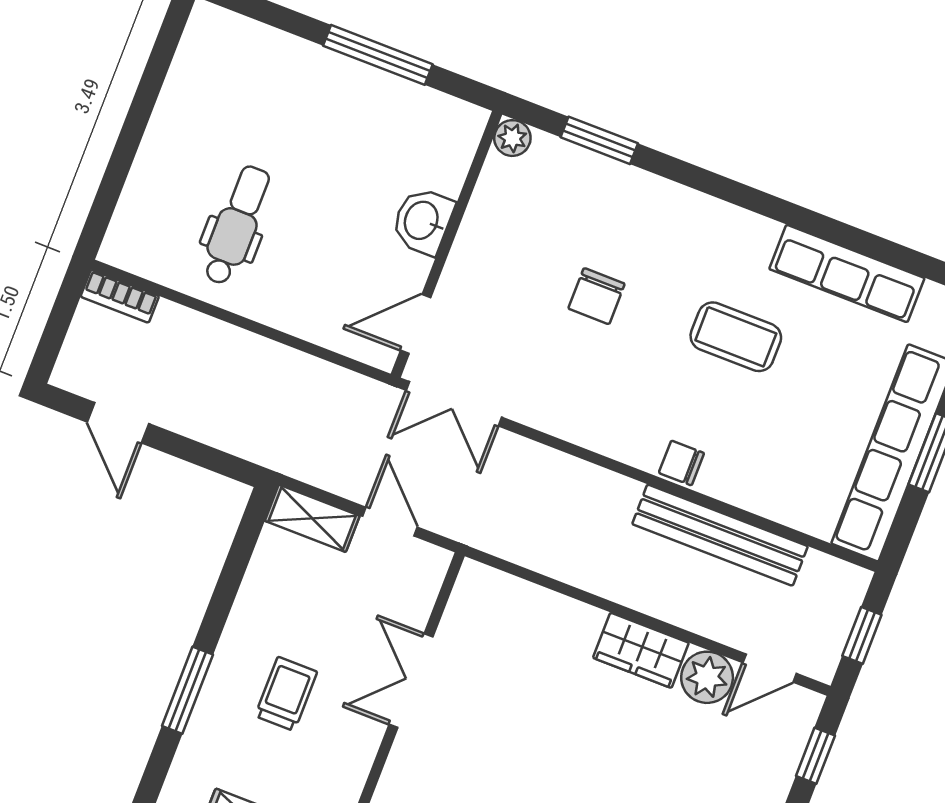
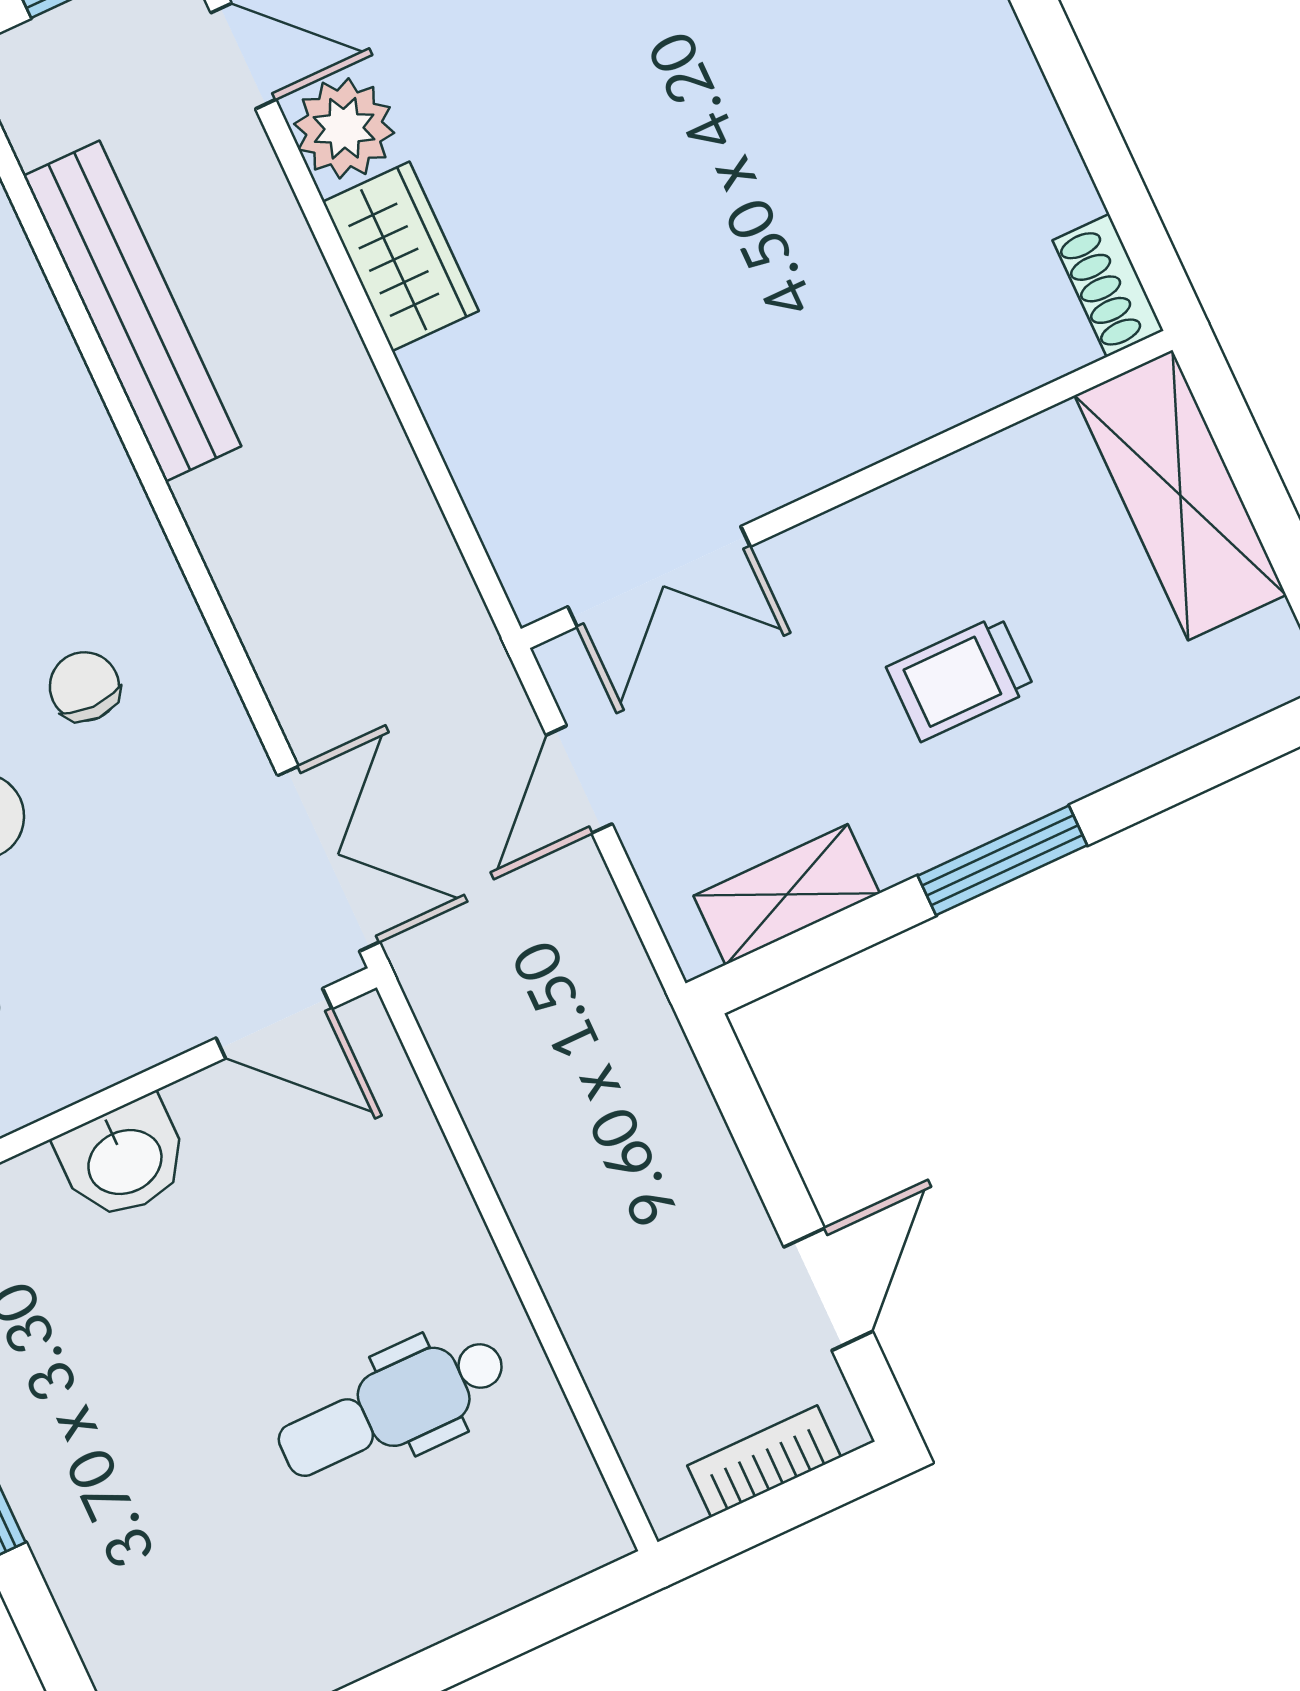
bookcase: (120, 296) -> (764, 1461), moved, turned -90
chair: (681, 463) -> (84, 687), moved, turned 180
shelving: (312, 518) -> (787, 894), moved, turned 90
double door: (411, 681) -> (659, 577), moved
window: (187, 690) -> (1002, 860), moved

